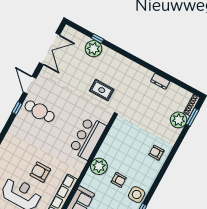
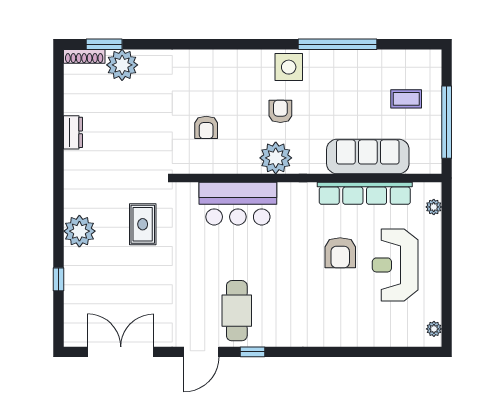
plant: (94, 49) -> (79, 231), moved
armchair: (156, 153) -> (206, 127), moved

